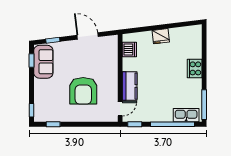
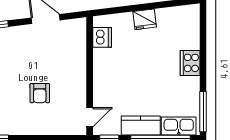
kitchen counter: (130, 86) -> (141, 125), moved, turned -90
armchair: (83, 91) -> (40, 93), width x0.53, depth x0.53

